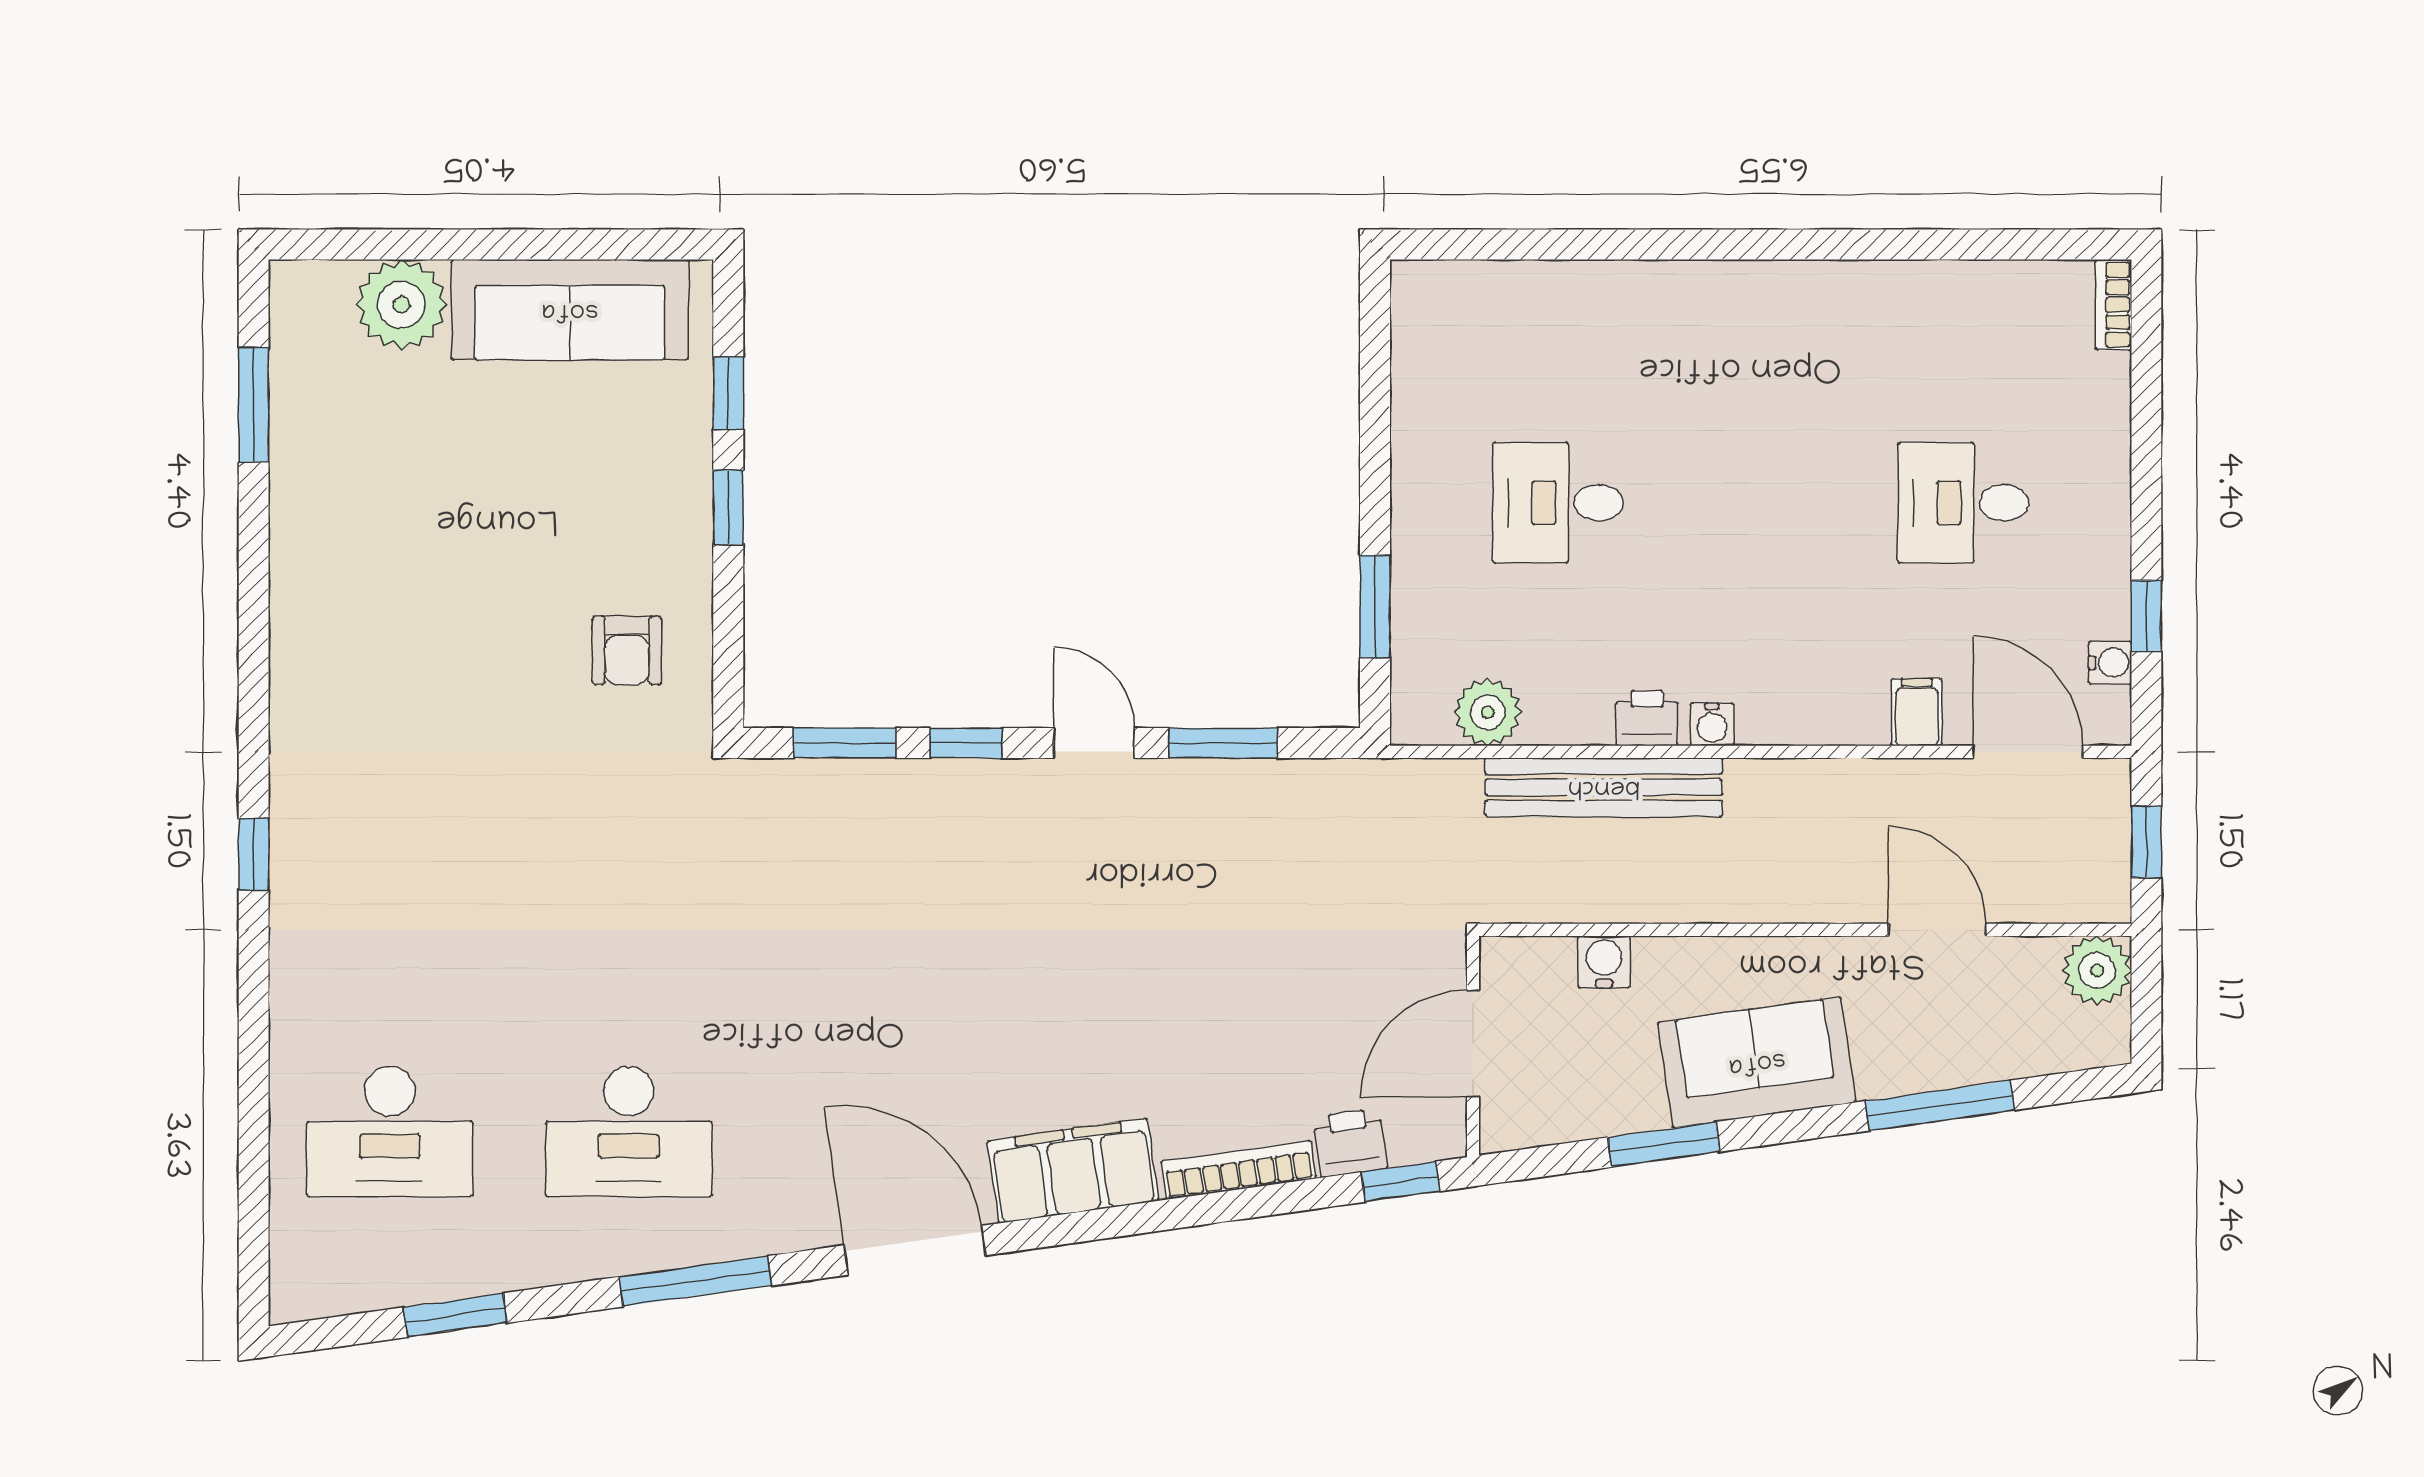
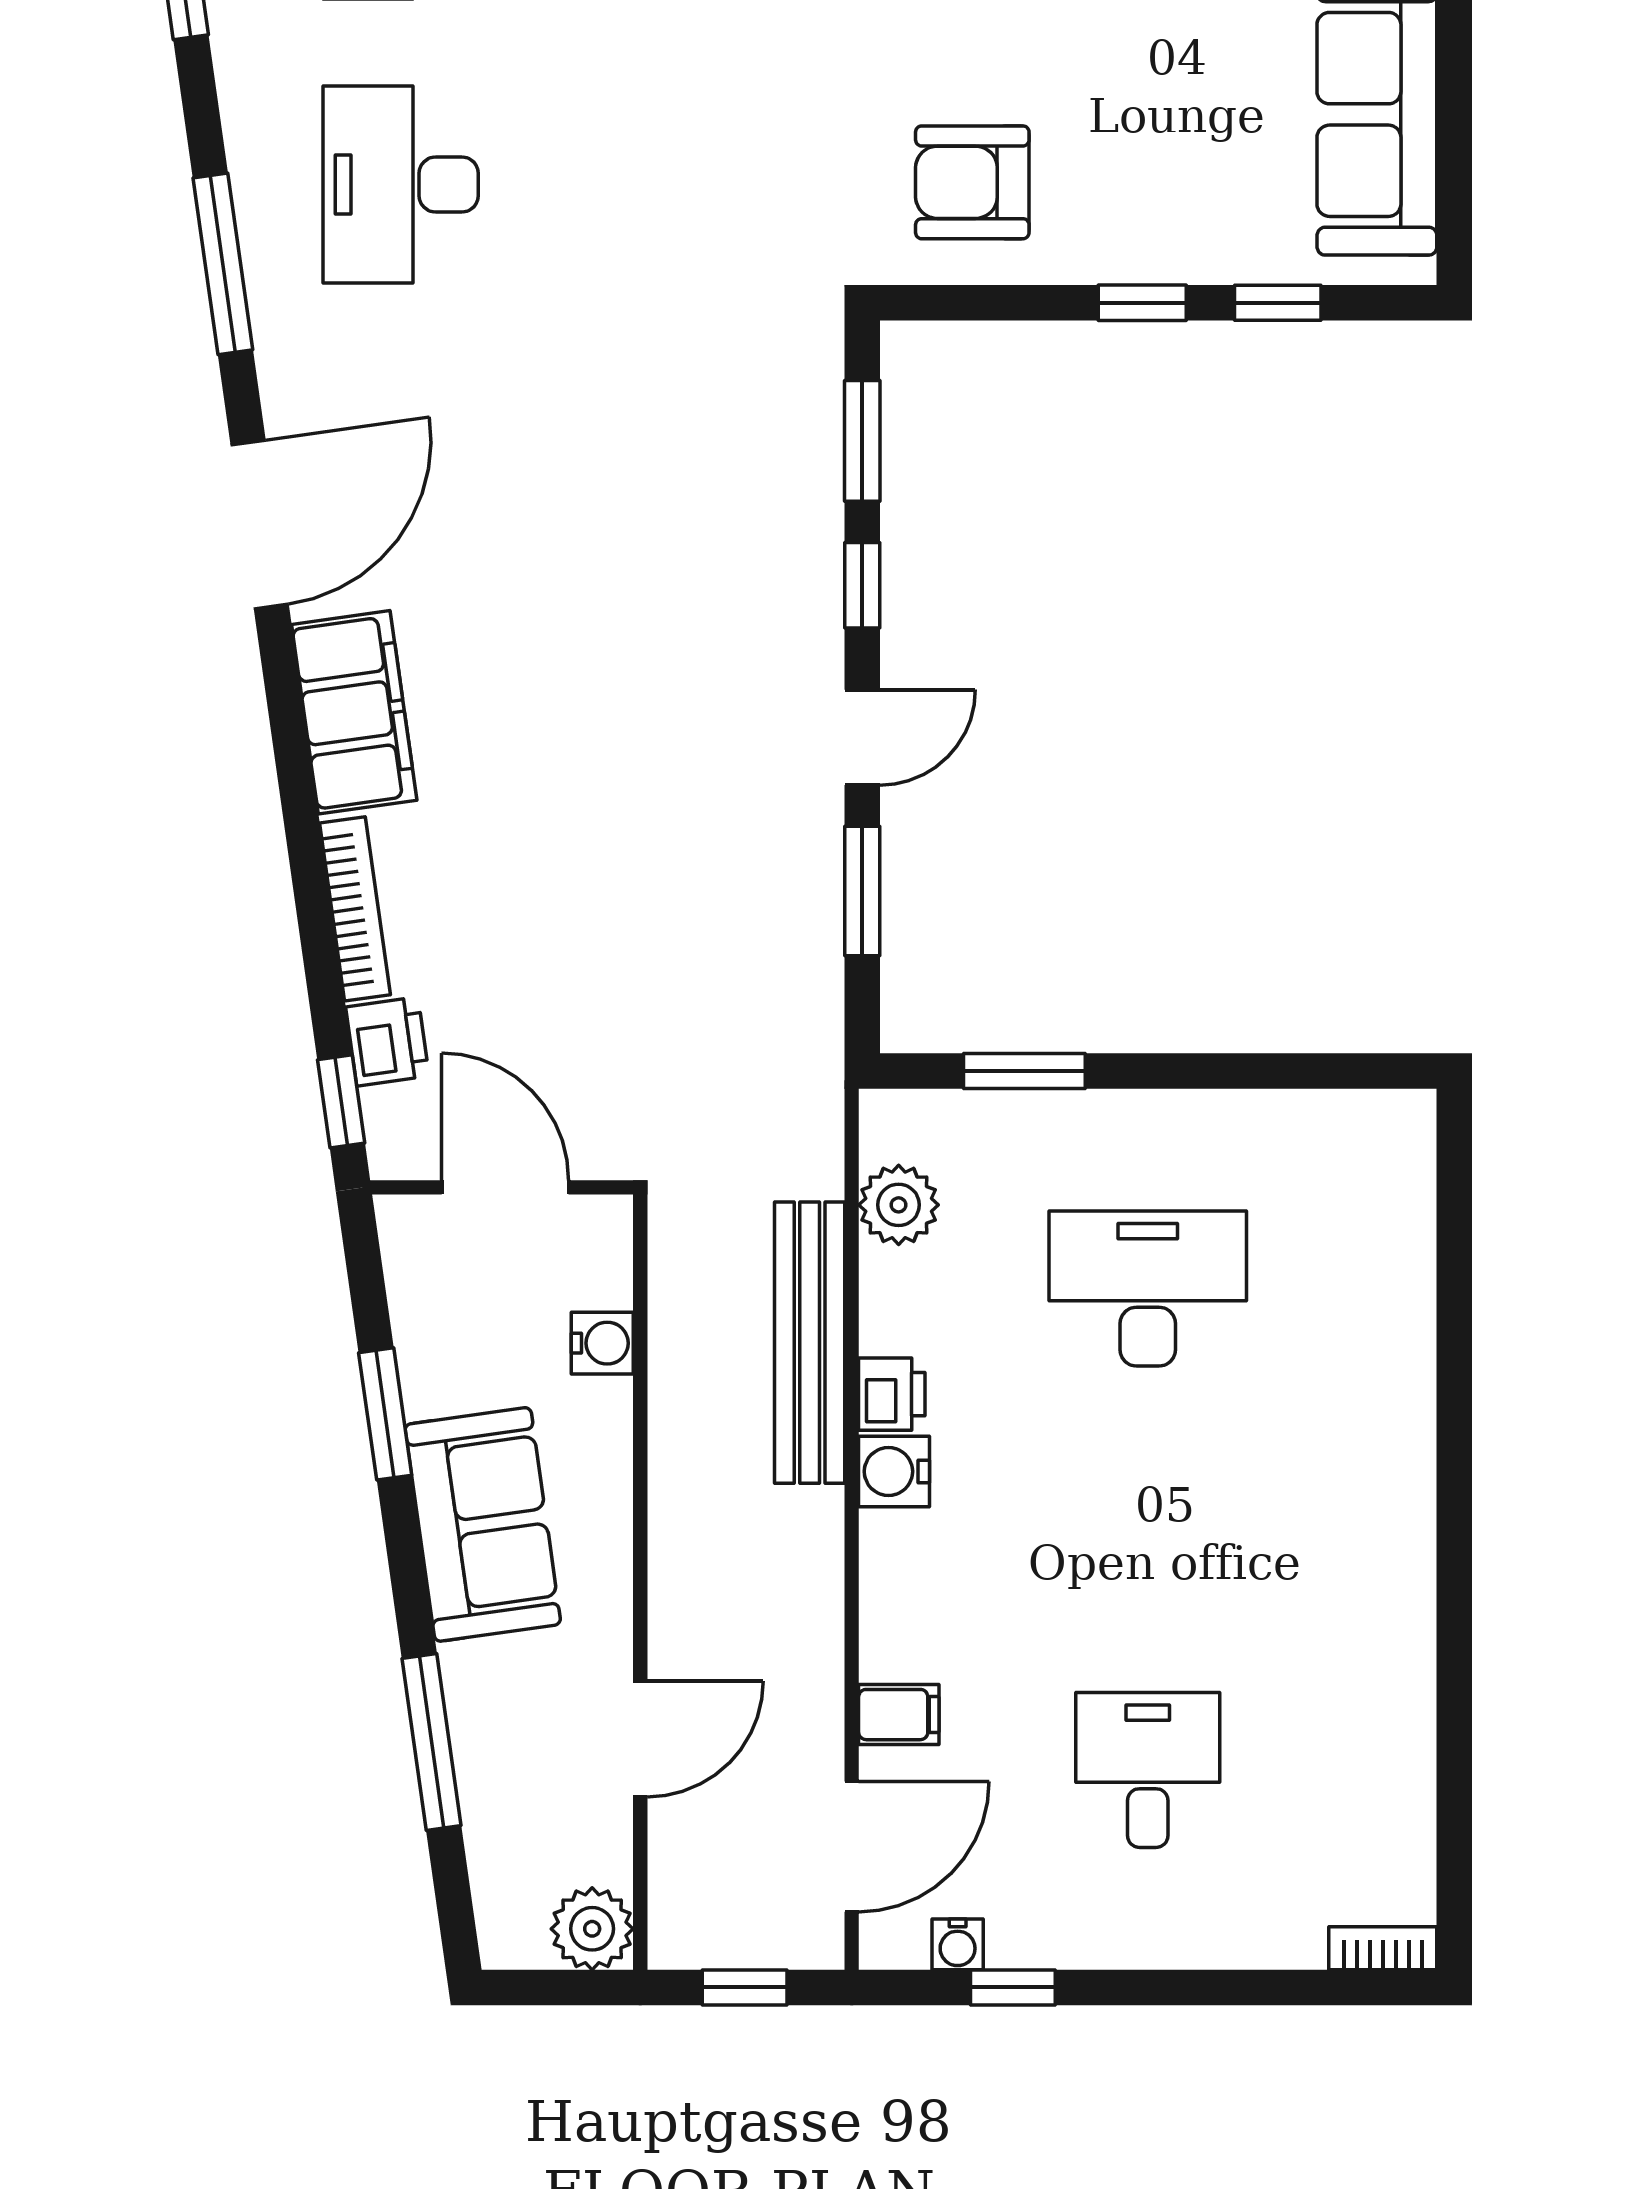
desk: (1558, 503) -> (1148, 1289), width x1.37
armchair: (627, 650) -> (972, 182), width x1.38, depth x1.38
water cooler: (1712, 724) -> (894, 1471), width x1.38, depth x1.38

